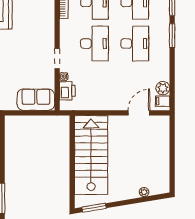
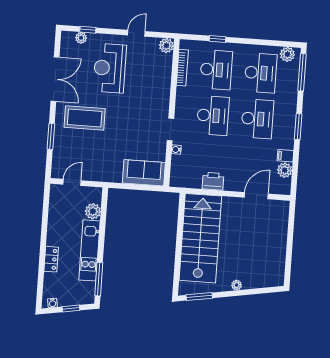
window: (172, 36) -> (298, 127), moved
printer: (67, 91) -> (213, 181), moved, turned -90
filing cabinet: (163, 101) -> (285, 156), moved
plant: (144, 192) -> (237, 285), moved

